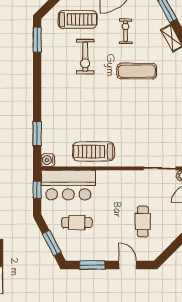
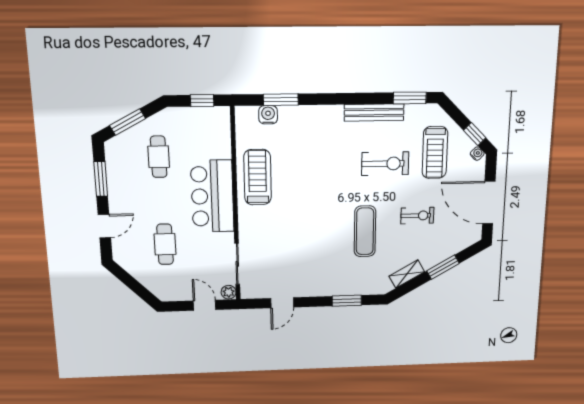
exercise bike: (85, 57) -> (385, 164), turned 180
bench: (47, 66) -> (374, 112), added
water cooler: (48, 160) -> (268, 115), moved
bar counter: (68, 185) -> (212, 196), moved
cafe table: (143, 221) -> (165, 244), turned 90

